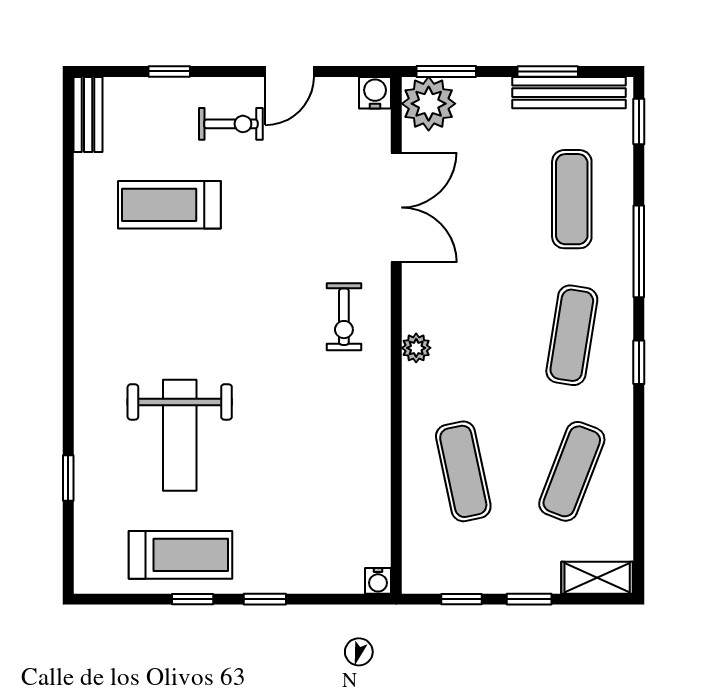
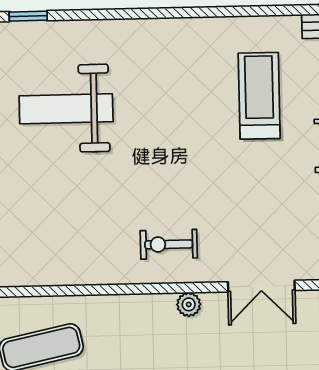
double door: (396, 207) -> (261, 286), width x0.73
plant: (416, 348) -> (189, 304), moved

